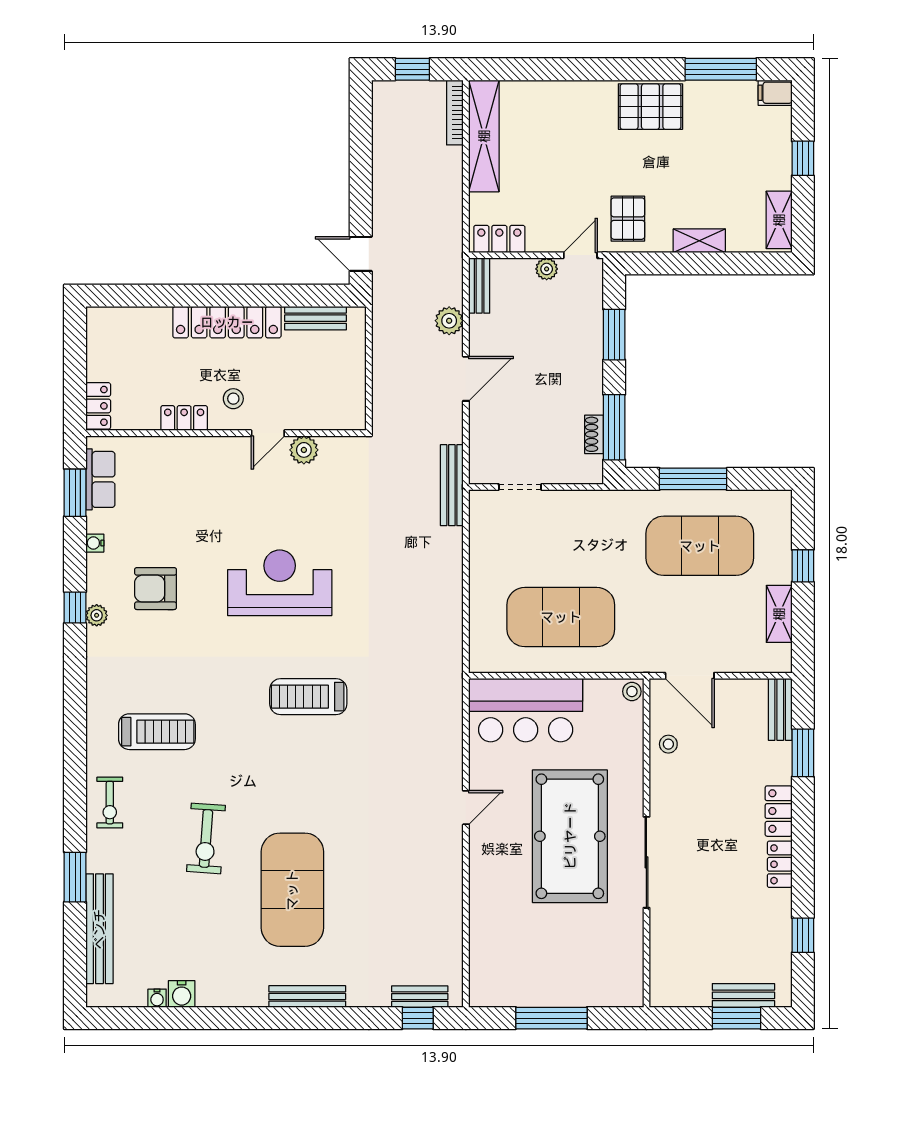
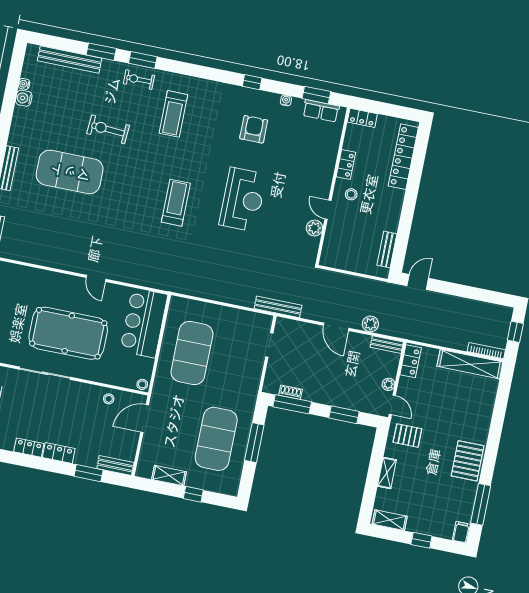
locker: (227, 322) -> (403, 157), moved
plant: (97, 615) -> (245, 93), removed
window: (75, 803) -> (143, 60), added

